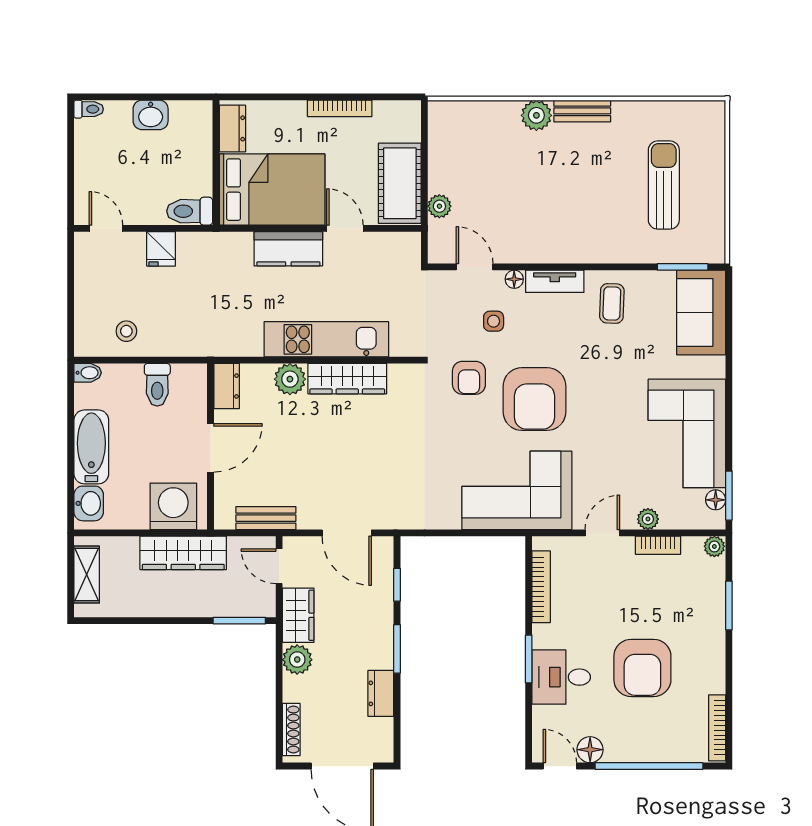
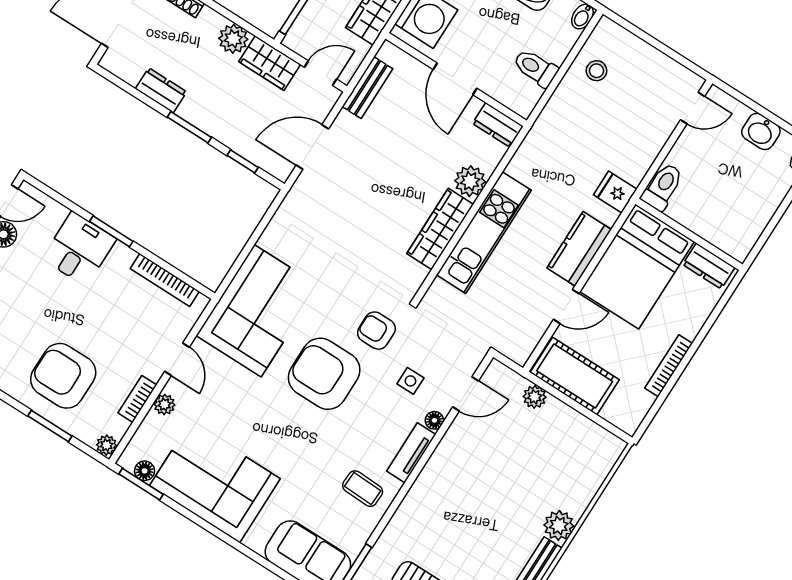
washbasin: (151, 115) -> (761, 131), moved, turned -90
fridge: (161, 249) -> (615, 192), moved
armchair: (642, 668) -> (63, 376), moved

